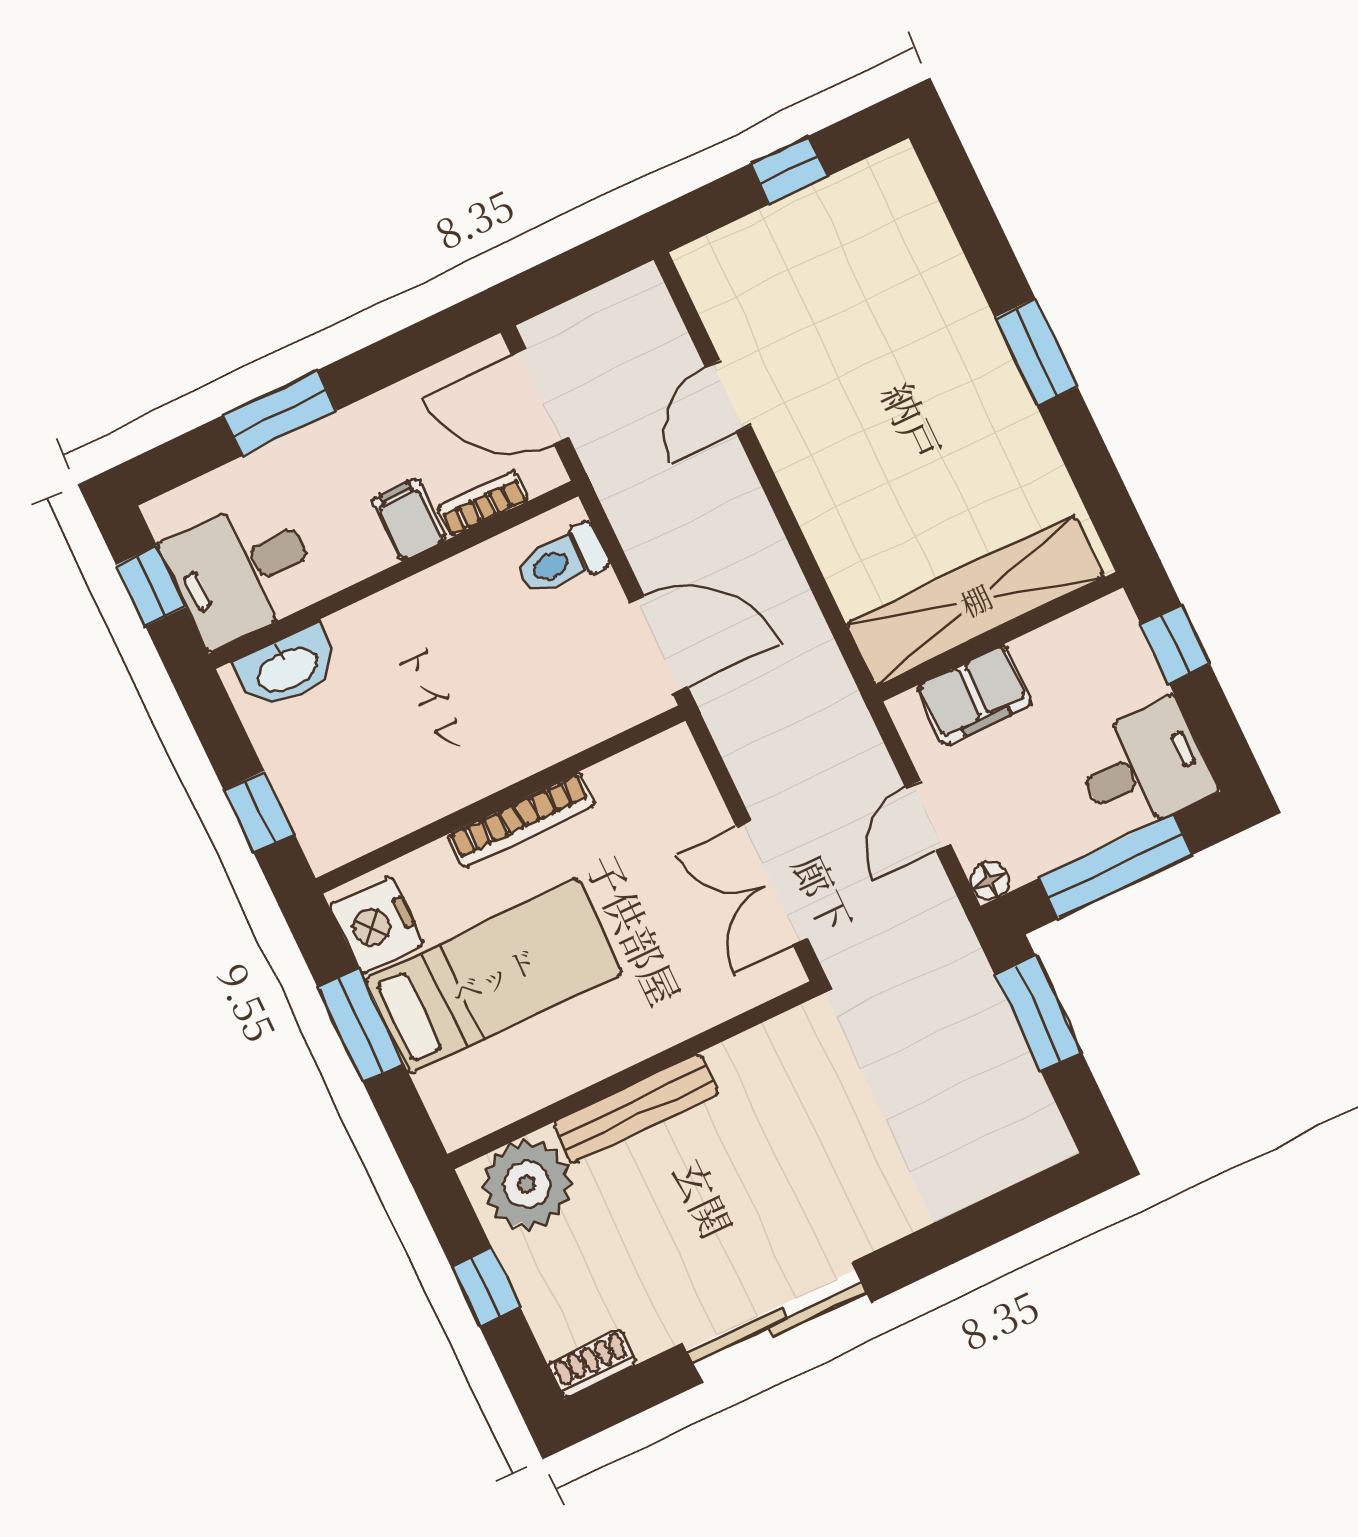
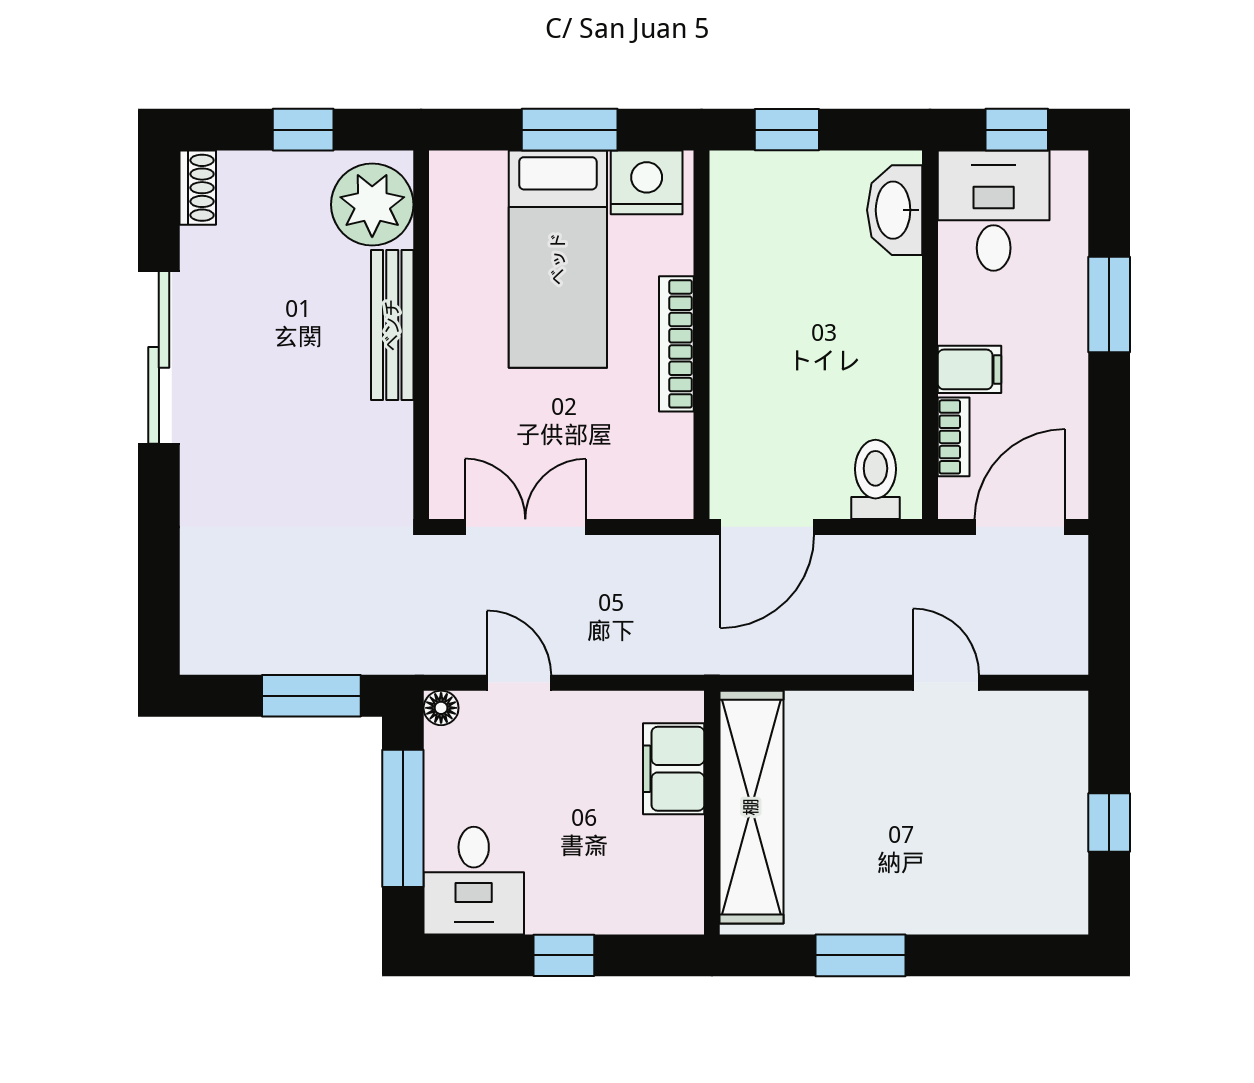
shelving: (976, 600) -> (751, 807), moved
wall: (999, 637) -> (712, 813), moved
filing cabinet: (974, 695) -> (674, 769), moved

